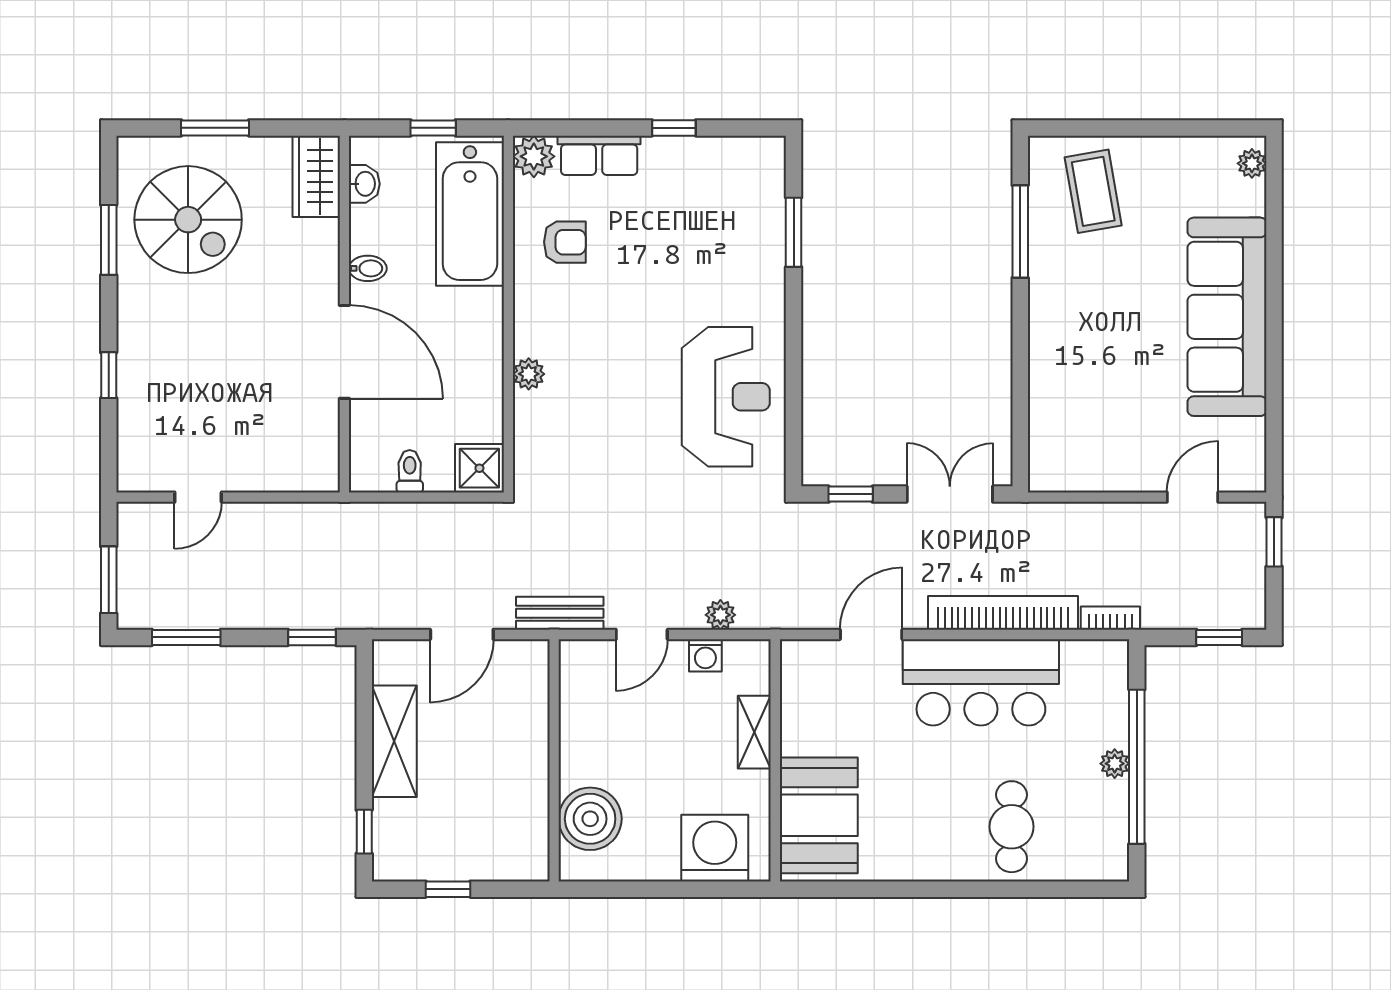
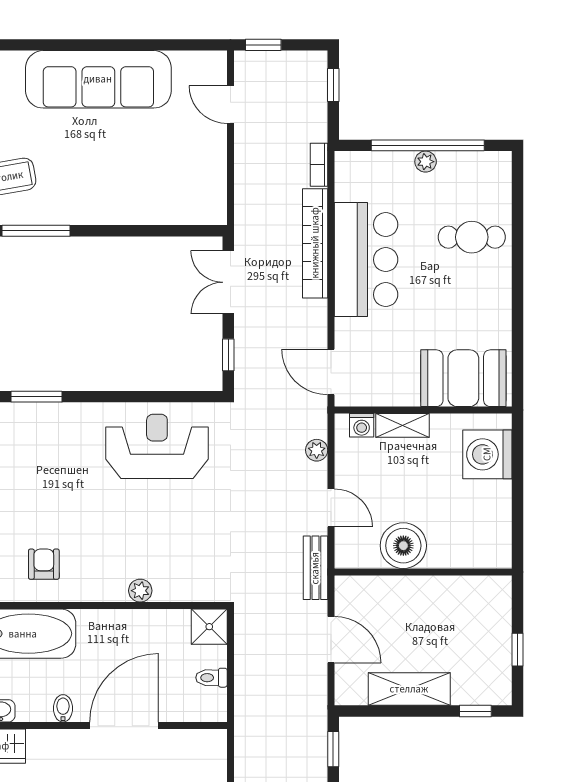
door: (871, 634) -> (331, 372), moved
washing machine: (705, 655) -> (362, 425), moved, turned 90
boiler: (590, 819) -> (403, 546), moved

